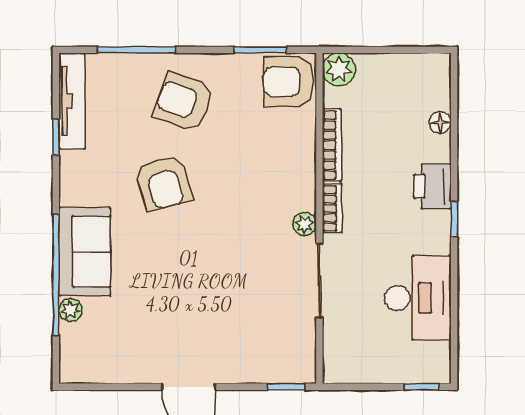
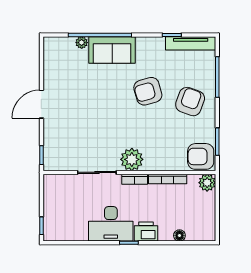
armchair: (289, 82) -> (201, 156), turned -90
plant: (305, 224) -> (132, 159), width x1.88, depth x1.88
desk: (418, 298) -> (111, 224), moved

